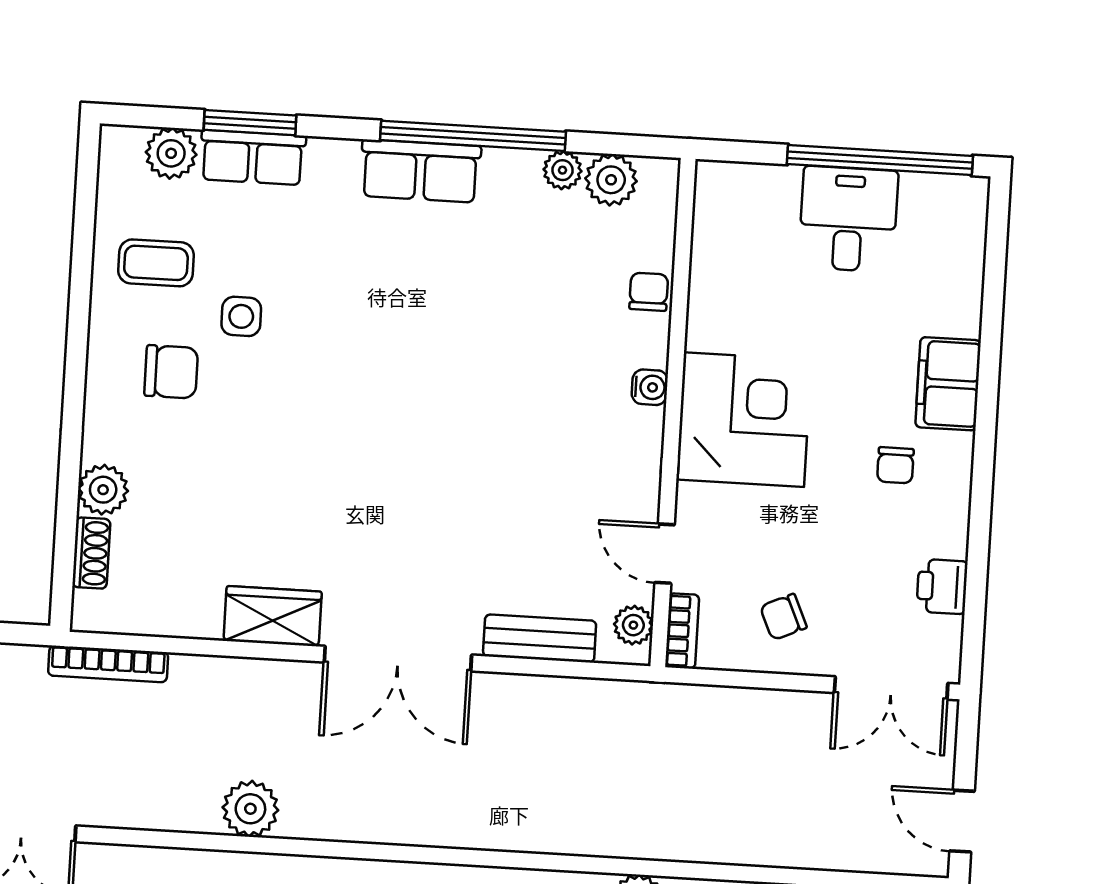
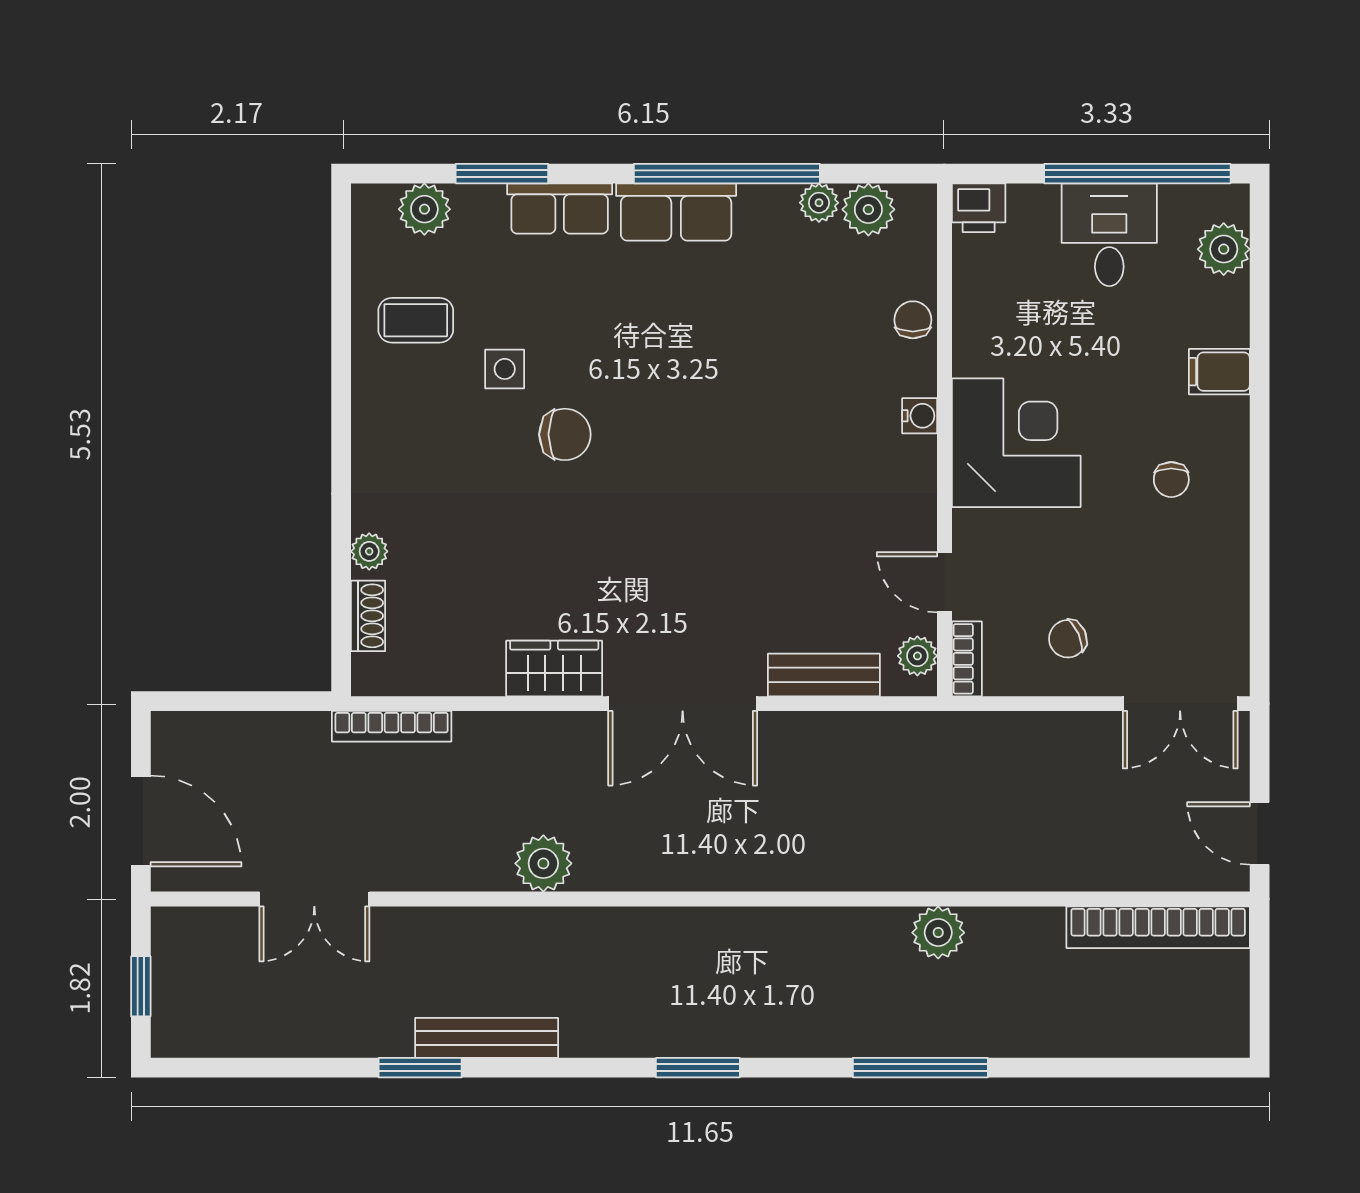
row of seats: (253, 157) -> (560, 208), moved
plant: (961, 240) -> (1224, 249), added
chair: (171, 372) -> (565, 434), moved
filing cabinet: (948, 384) -> (1219, 372), width x0.50
plant: (103, 490) -> (369, 551), width x0.73, depth x0.73
printer: (942, 587) -> (979, 208), moved, turned -90

